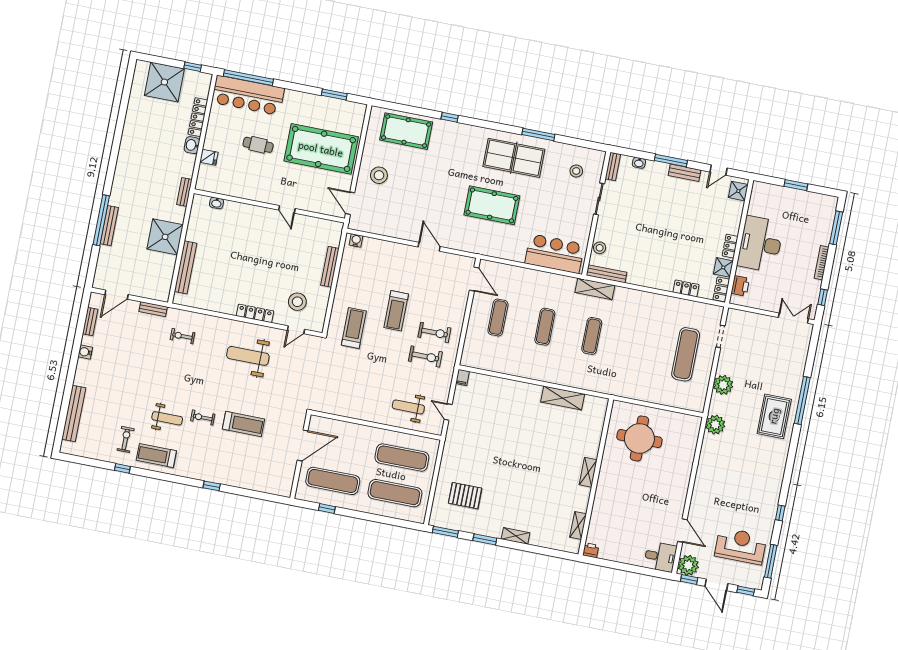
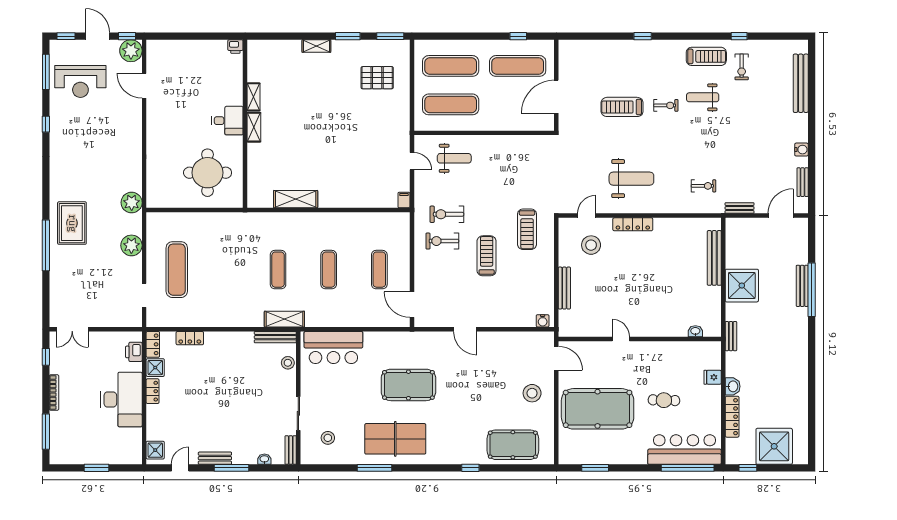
shelving: (578, 525) -> (254, 97), moved
desk: (660, 557) -> (227, 121), moved, turned 180

